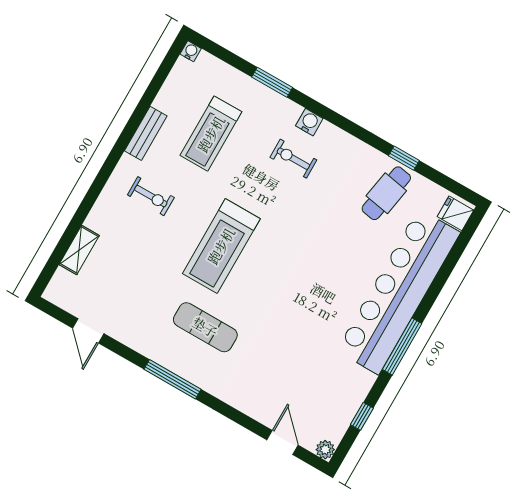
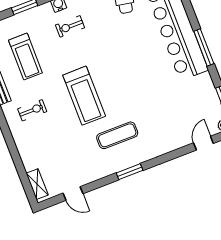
shelving: (79, 250) -> (37, 184), moved
window: (172, 379) -> (130, 172), width x0.69
door: (282, 443) -> (203, 143), hinge flipped

